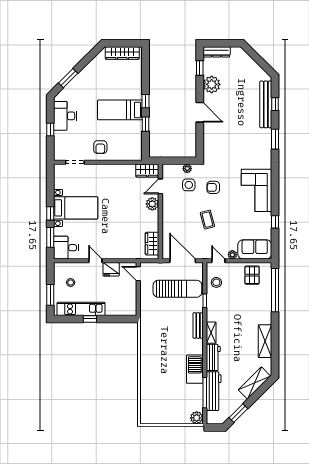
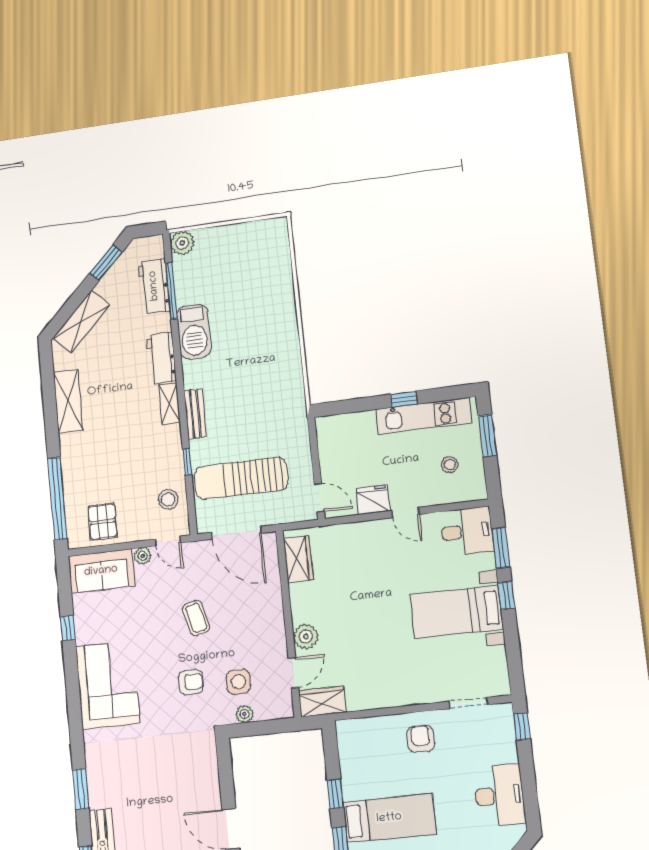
window: (50, 129) -> (522, 727), moved
workbench: (214, 391) -> (154, 286), width x0.73

